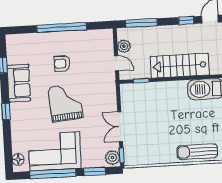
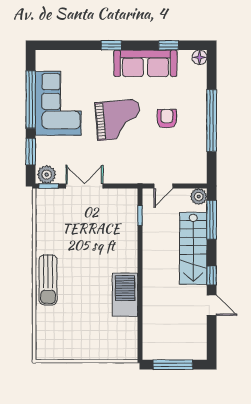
plant: (124, 46) -> (199, 197), moved
stairs: (180, 66) -> (193, 248), moved, turned 180
sofa: (19, 83) -> (145, 63), width x1.36
sun lounger: (197, 152) -> (48, 280), turned 180
floor lamp: (18, 159) -> (200, 57), moved

